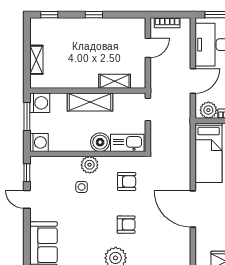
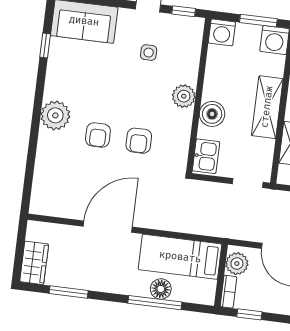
kitchen sink: (127, 143) -> (206, 156), width x0.73
armchair: (127, 181) -> (139, 141), moved
side table: (82, 187) -> (149, 53), moved

